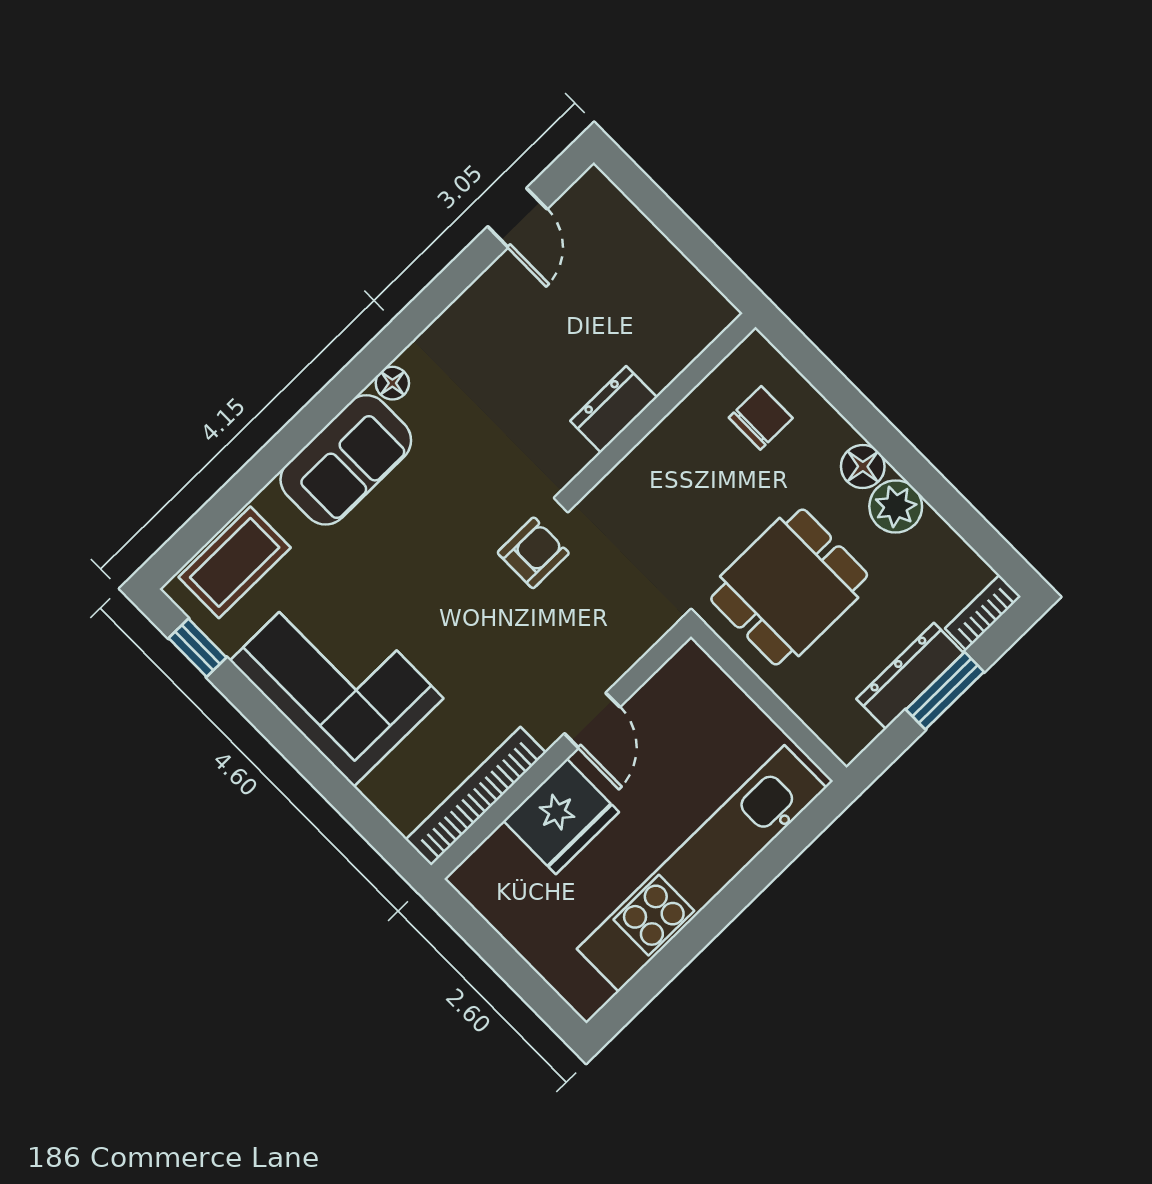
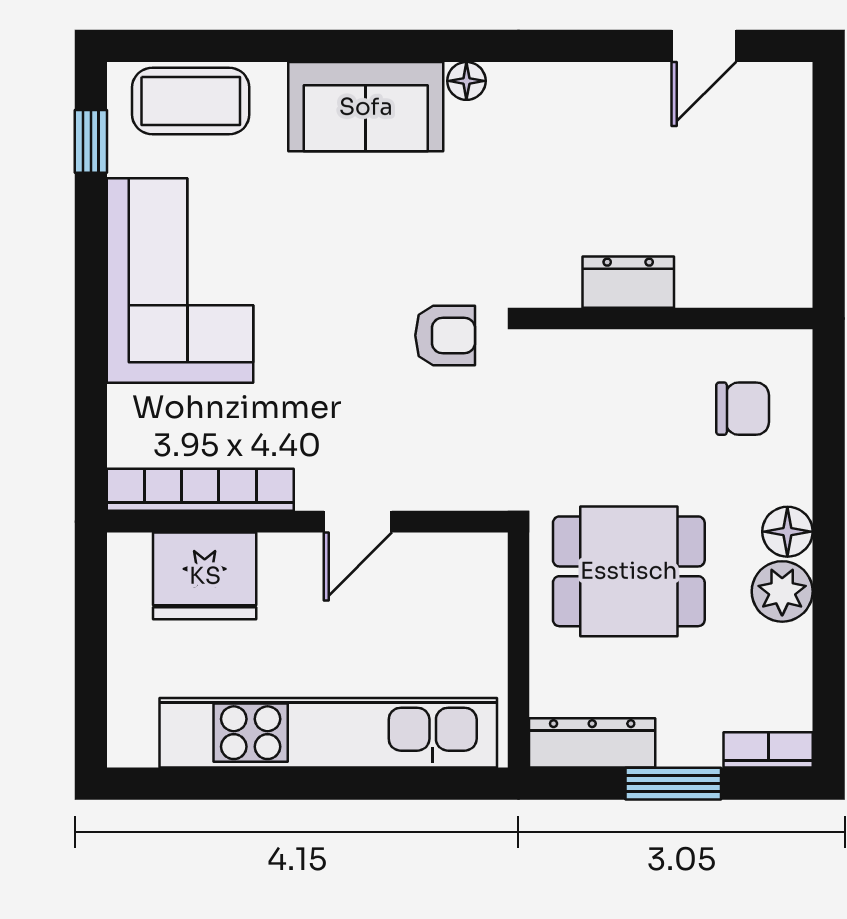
dresser: (910, 676) -> (592, 743), moved
fridge: (561, 816) -> (205, 576), moved

